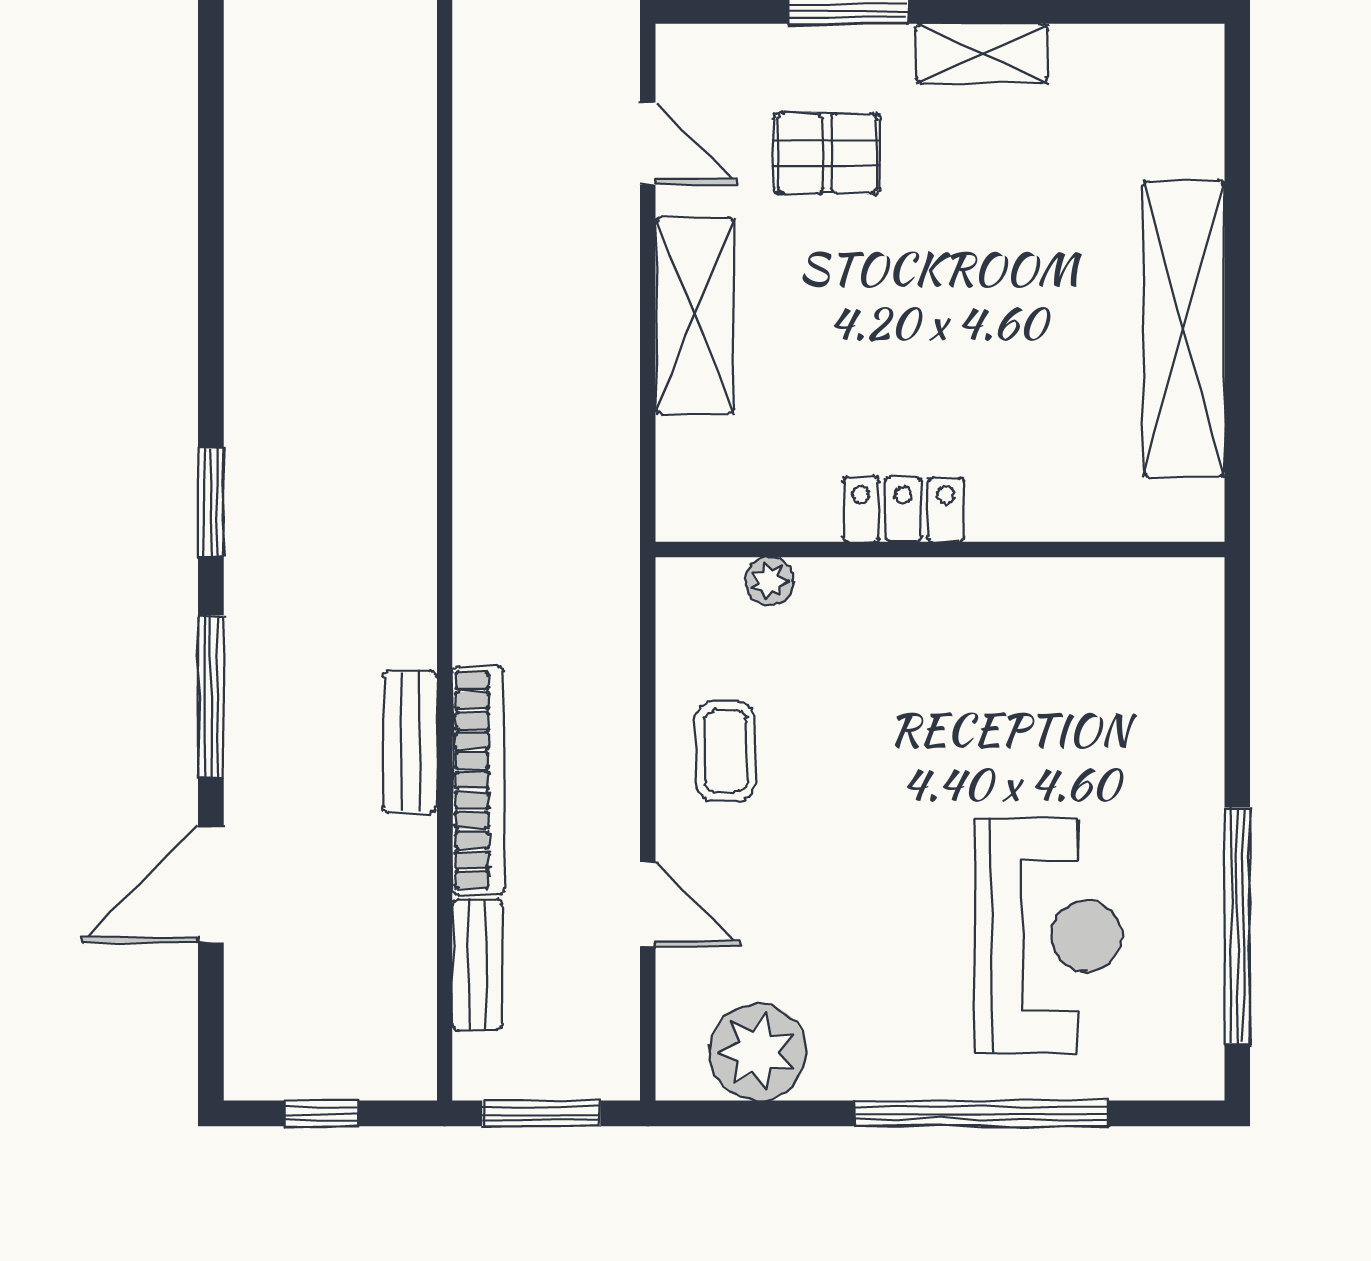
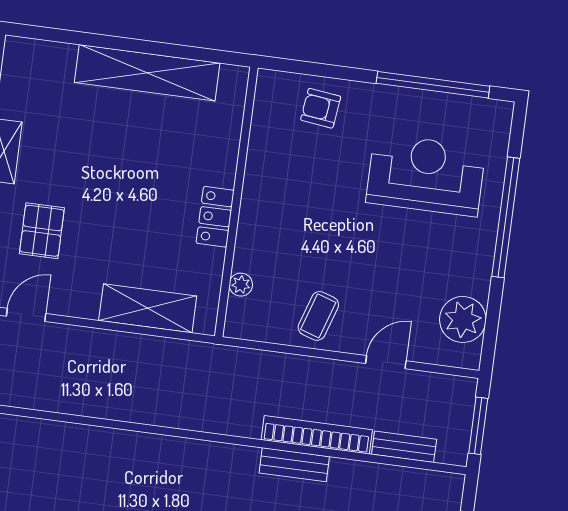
shelving: (695, 315) -> (148, 308), moved
armchair: (1158, 699) -> (321, 108), added
coffee table: (726, 751) -> (318, 316), turned -72

